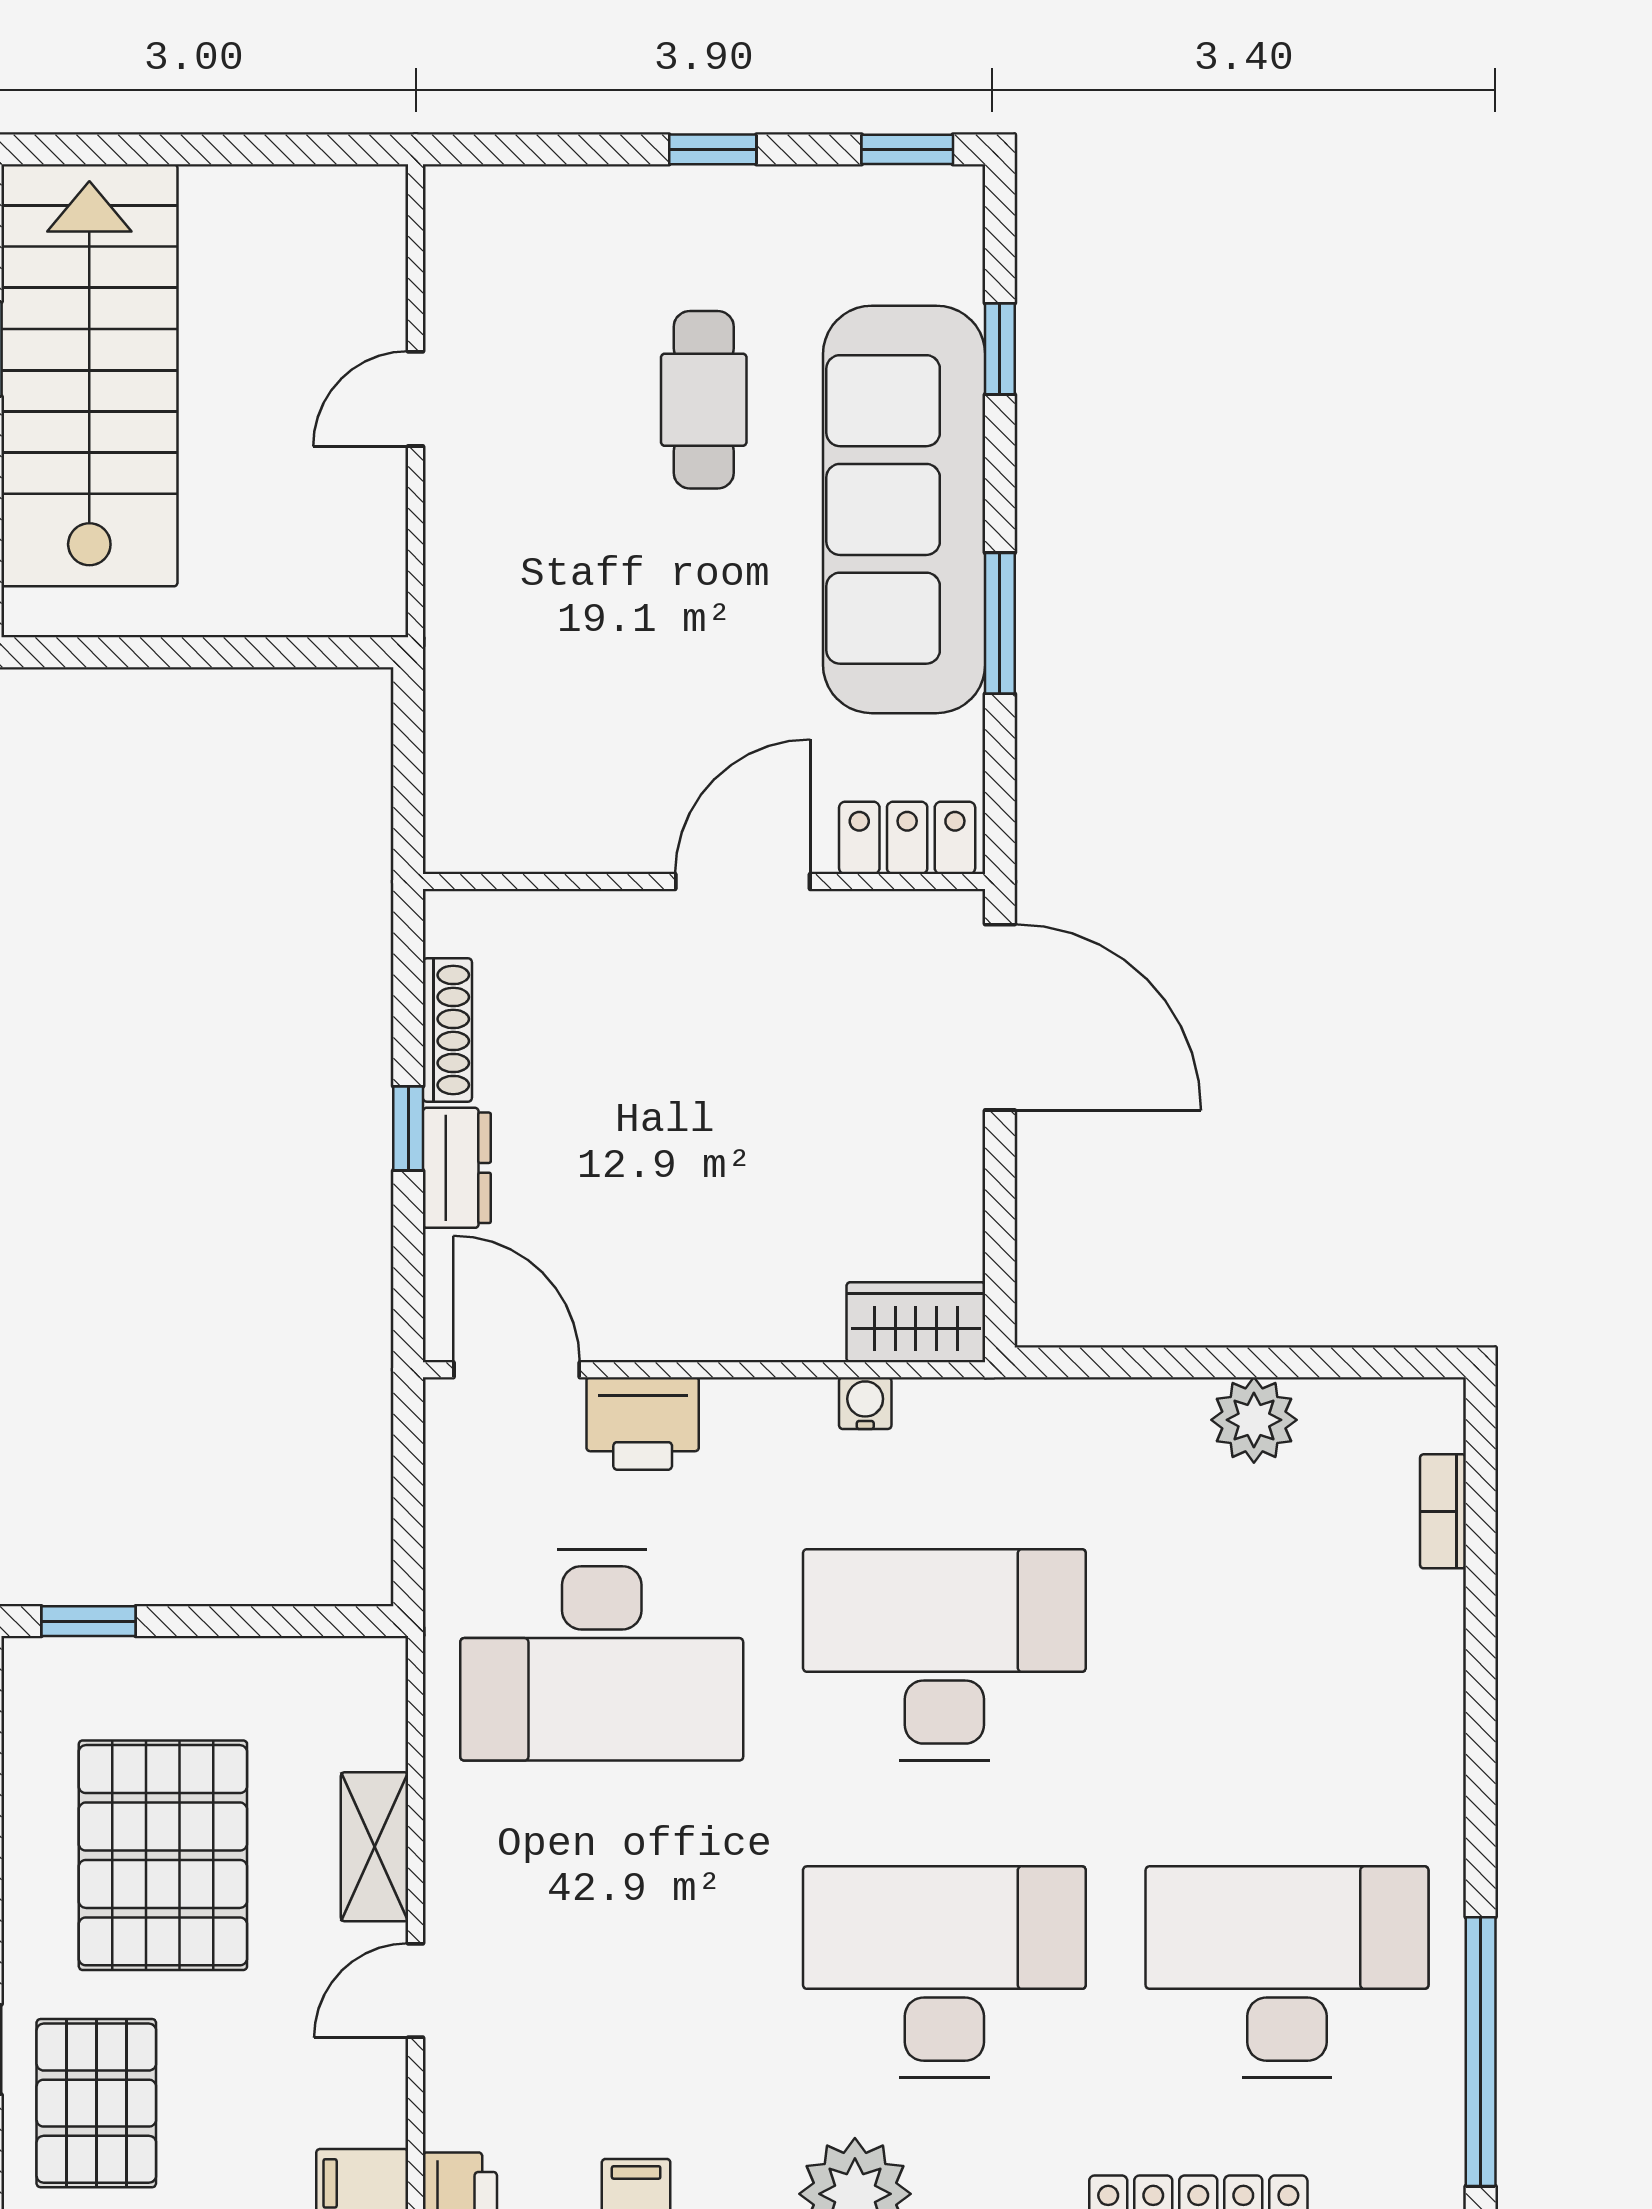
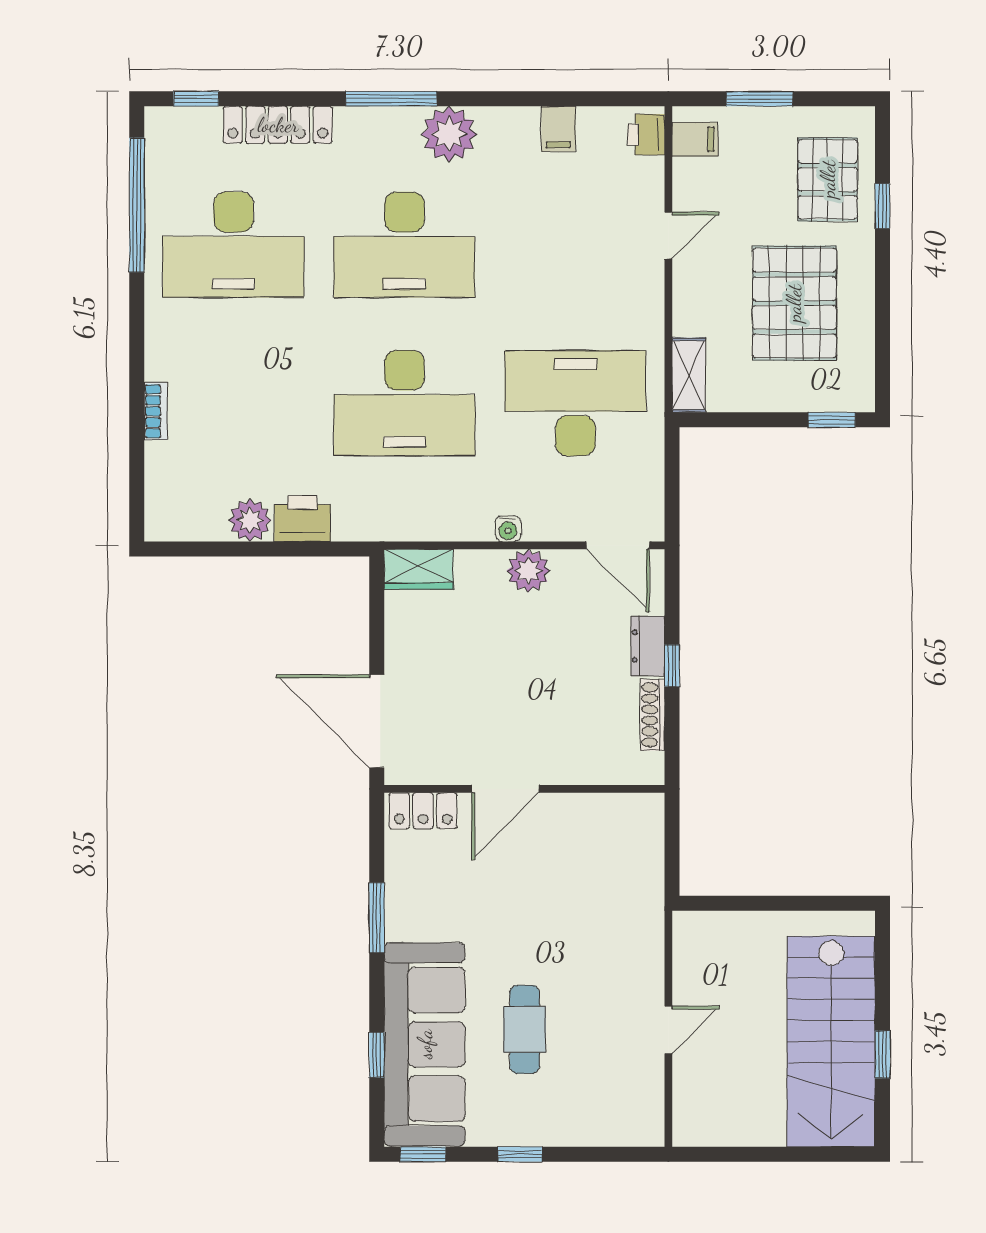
sofa: (904, 509) -> (425, 1044), moved
plant: (696, 1319) -> (528, 571), added
water cooler: (865, 1403) -> (508, 529), moved
printer: (643, 1423) -> (302, 518), moved
bookcase: (1443, 1511) -> (156, 411), moved
shelving: (375, 1847) -> (689, 375), moved

